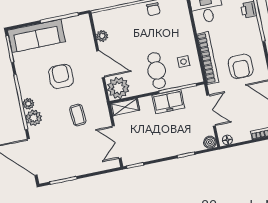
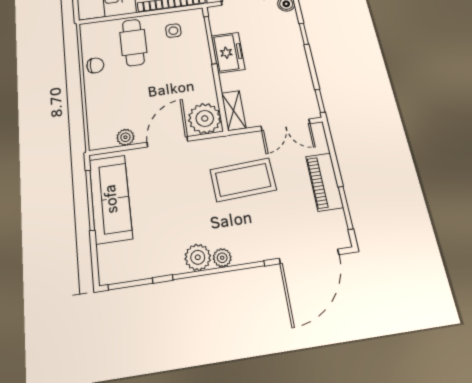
sofa: (36, 36) -> (110, 199), moved
cafe table: (157, 71) -> (133, 42), moved, turned 90
armchair: (61, 76) -> (182, 202), removed
coffee table: (78, 115) -> (243, 180), width x1.86, depth x1.72
plant: (34, 118) -> (198, 257), moved
piano: (79, 167) -> (324, 182), added

